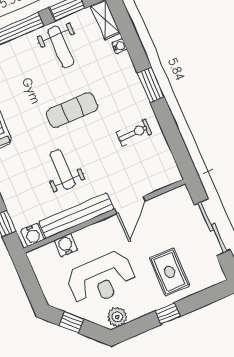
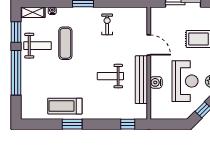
exercise mat: (72, 110) -> (65, 43), moved
water cooler: (33, 235) -> (141, 110), removed
water cooler: (66, 245) -> (156, 82), moved

